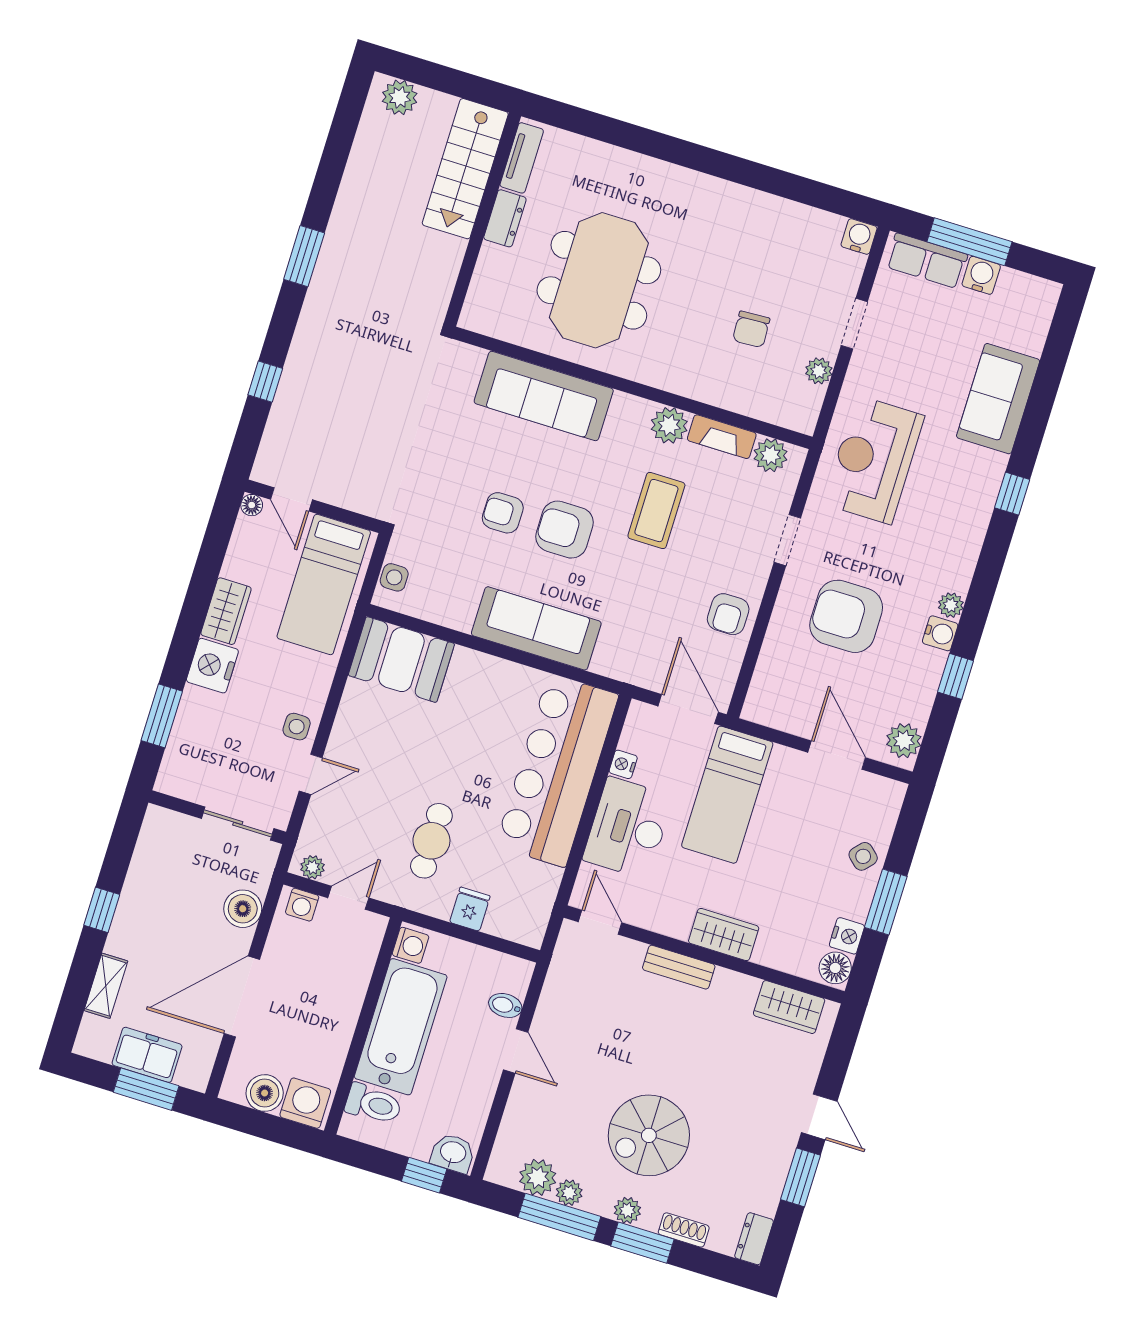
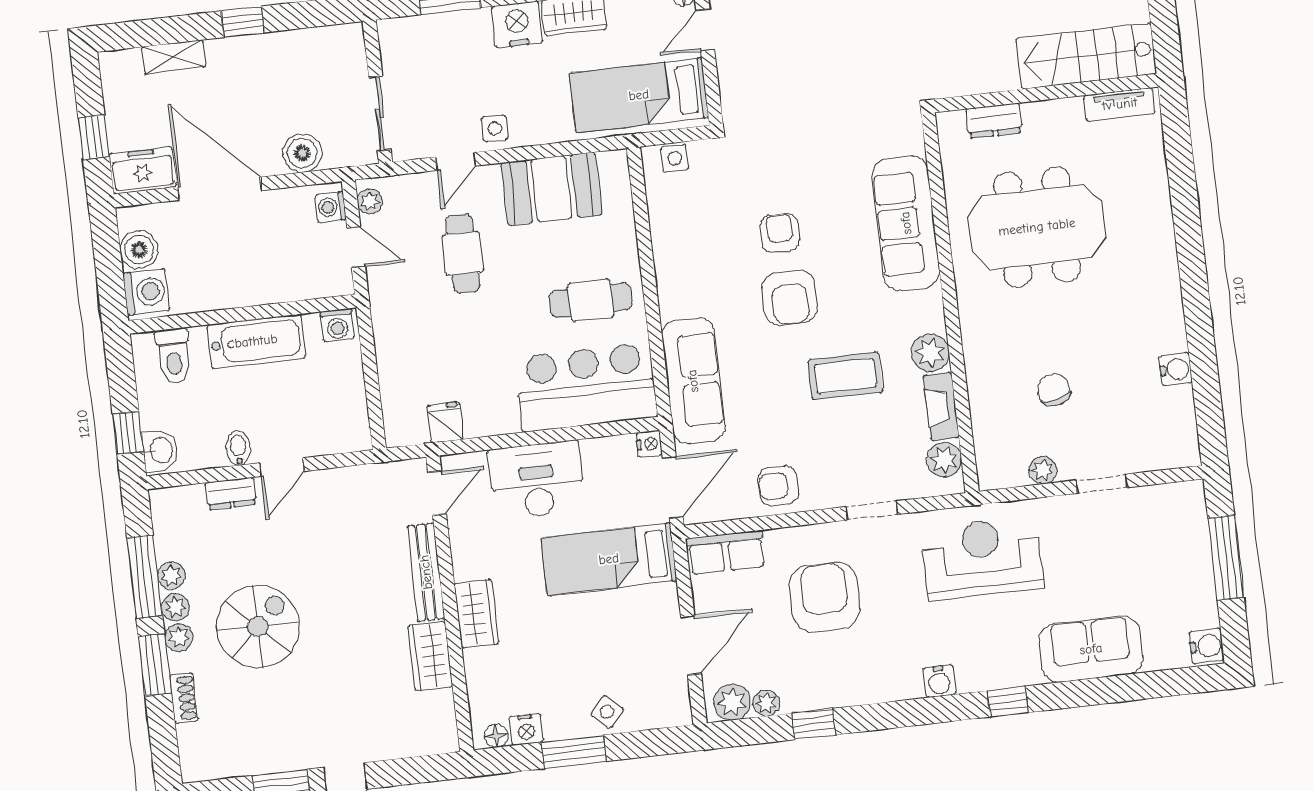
dresser: (505, 218) -> (994, 121), moved
water cooler: (859, 237) -> (1176, 369), moved
row of seats: (927, 261) -> (726, 553), moved, turned -90
water cooler: (981, 275) -> (1207, 646), moved
chair: (751, 329) -> (1054, 390), turned 81
armchair: (564, 530) -> (790, 298), turned 180
plant: (951, 605) -> (766, 703), moved
sofa: (536, 628) -> (693, 381), moved
water cooler: (940, 633) -> (939, 681), moved
booth: (401, 660) -> (552, 189), moved, turned 90
cafe table: (488, 709) -> (591, 300), added
nightstand: (623, 764) -> (649, 444), moved, turned 90
bar counter: (557, 770) -> (586, 387), width x0.73
door: (311, 774) -> (456, 161), hinge flipped
cafe table: (431, 841) -> (463, 253), moved, turned 90
fridge: (470, 909) -> (445, 422), moved, turned -90
bench: (679, 967) -> (426, 572), width x1.36
floor lamp: (835, 968) -> (496, 736), width x0.73, depth x0.73
bidet: (505, 1005) -> (238, 448), moved
wardrobe: (789, 1007) -> (430, 656), moved
bathtub: (401, 1027) -> (256, 341), width x0.73, depth x0.73
freezer: (147, 1055) -> (143, 170), moved, turned -90
window: (146, 1089) -> (94, 137), width x0.67
spiral stairs: (649, 1135) -> (258, 627), turned 90
plant: (538, 1177) -> (175, 607), moved, width x0.73, depth x0.73
dresser: (754, 1239) -> (231, 493), moved, turned 180

